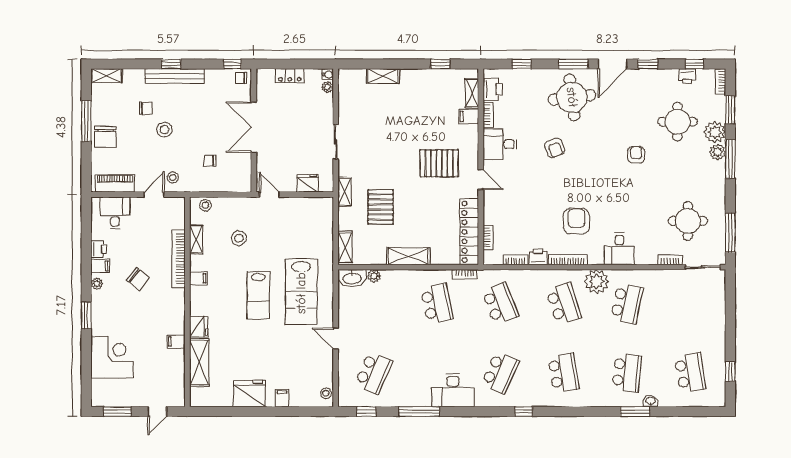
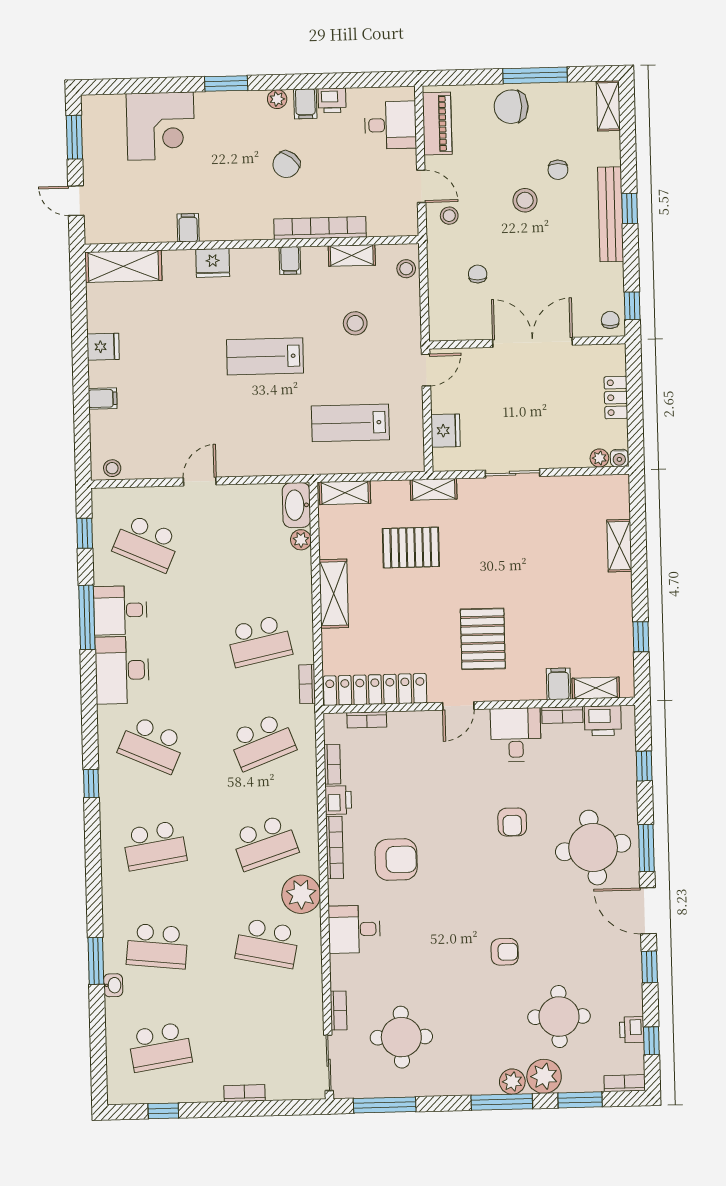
armchair: (555, 148) -> (512, 822), turned -70
lab bench: (301, 292) -> (350, 423), moved, width x0.73, depth x0.72
bookcase: (721, 320) -> (245, 1093), added
shelving: (199, 362) -> (123, 266), moved
desk: (415, 390) -> (120, 610), added
fridge: (249, 394) -> (103, 347), width x0.53, depth x0.75

